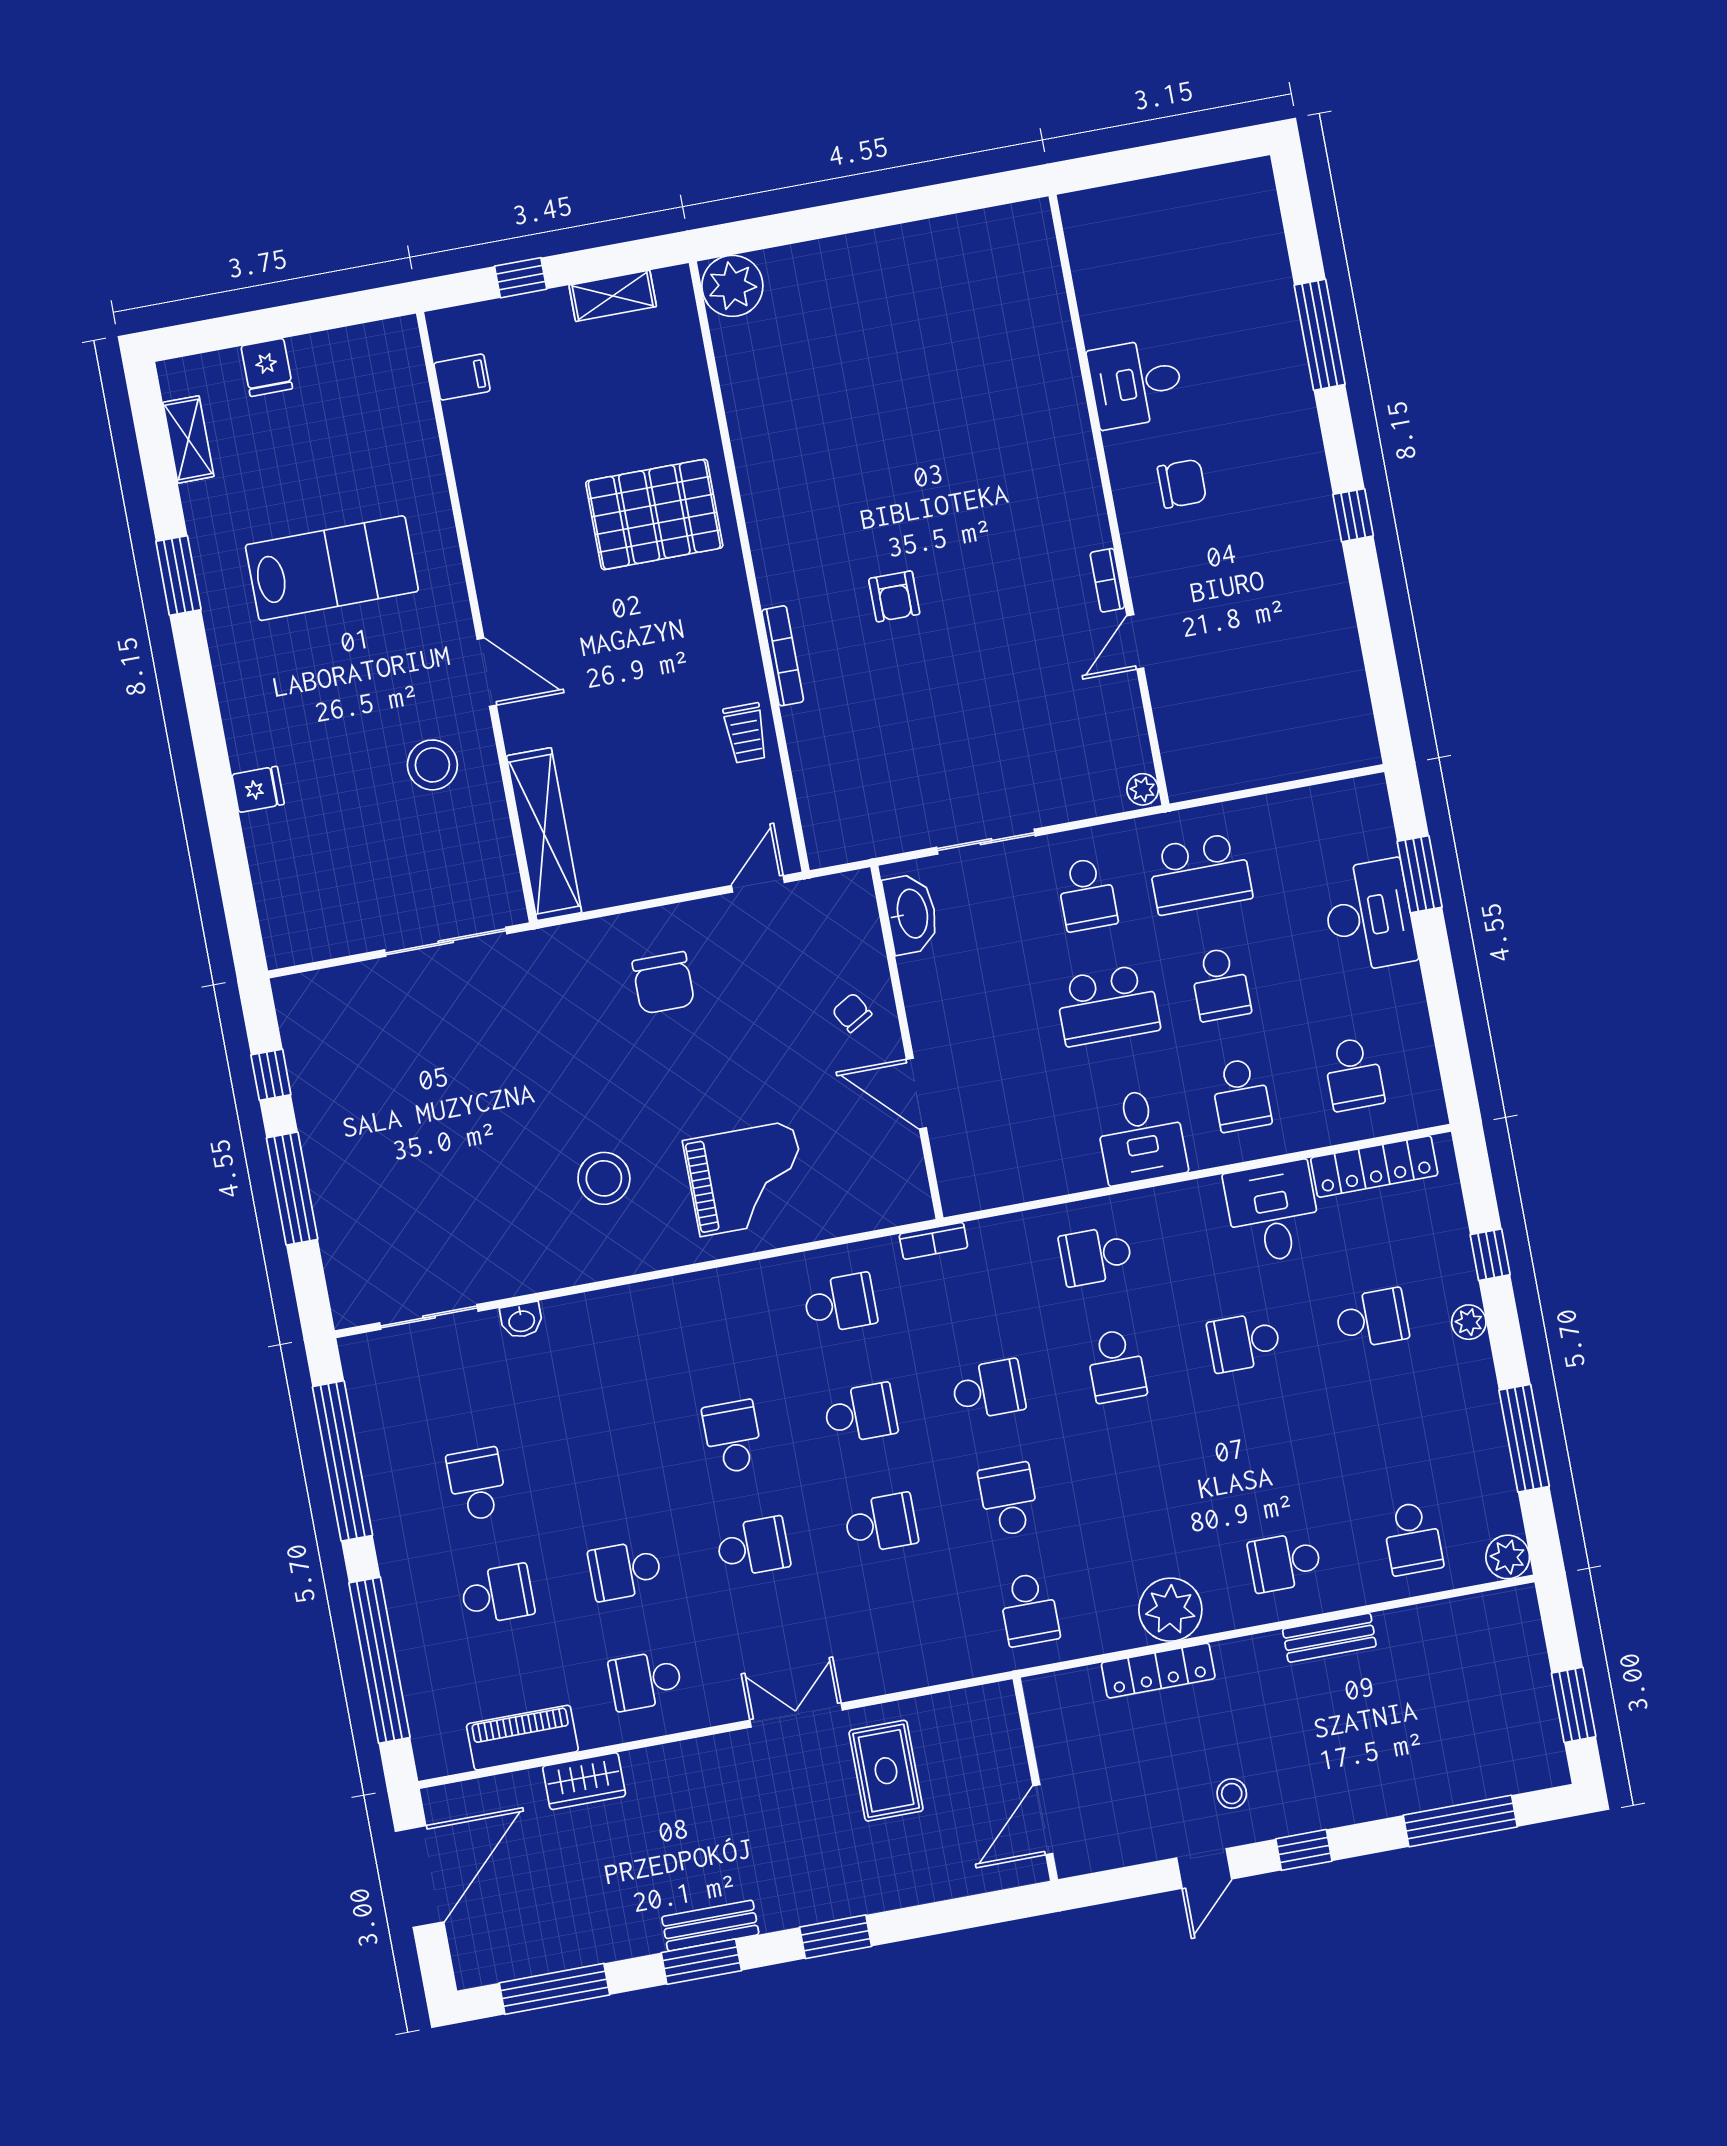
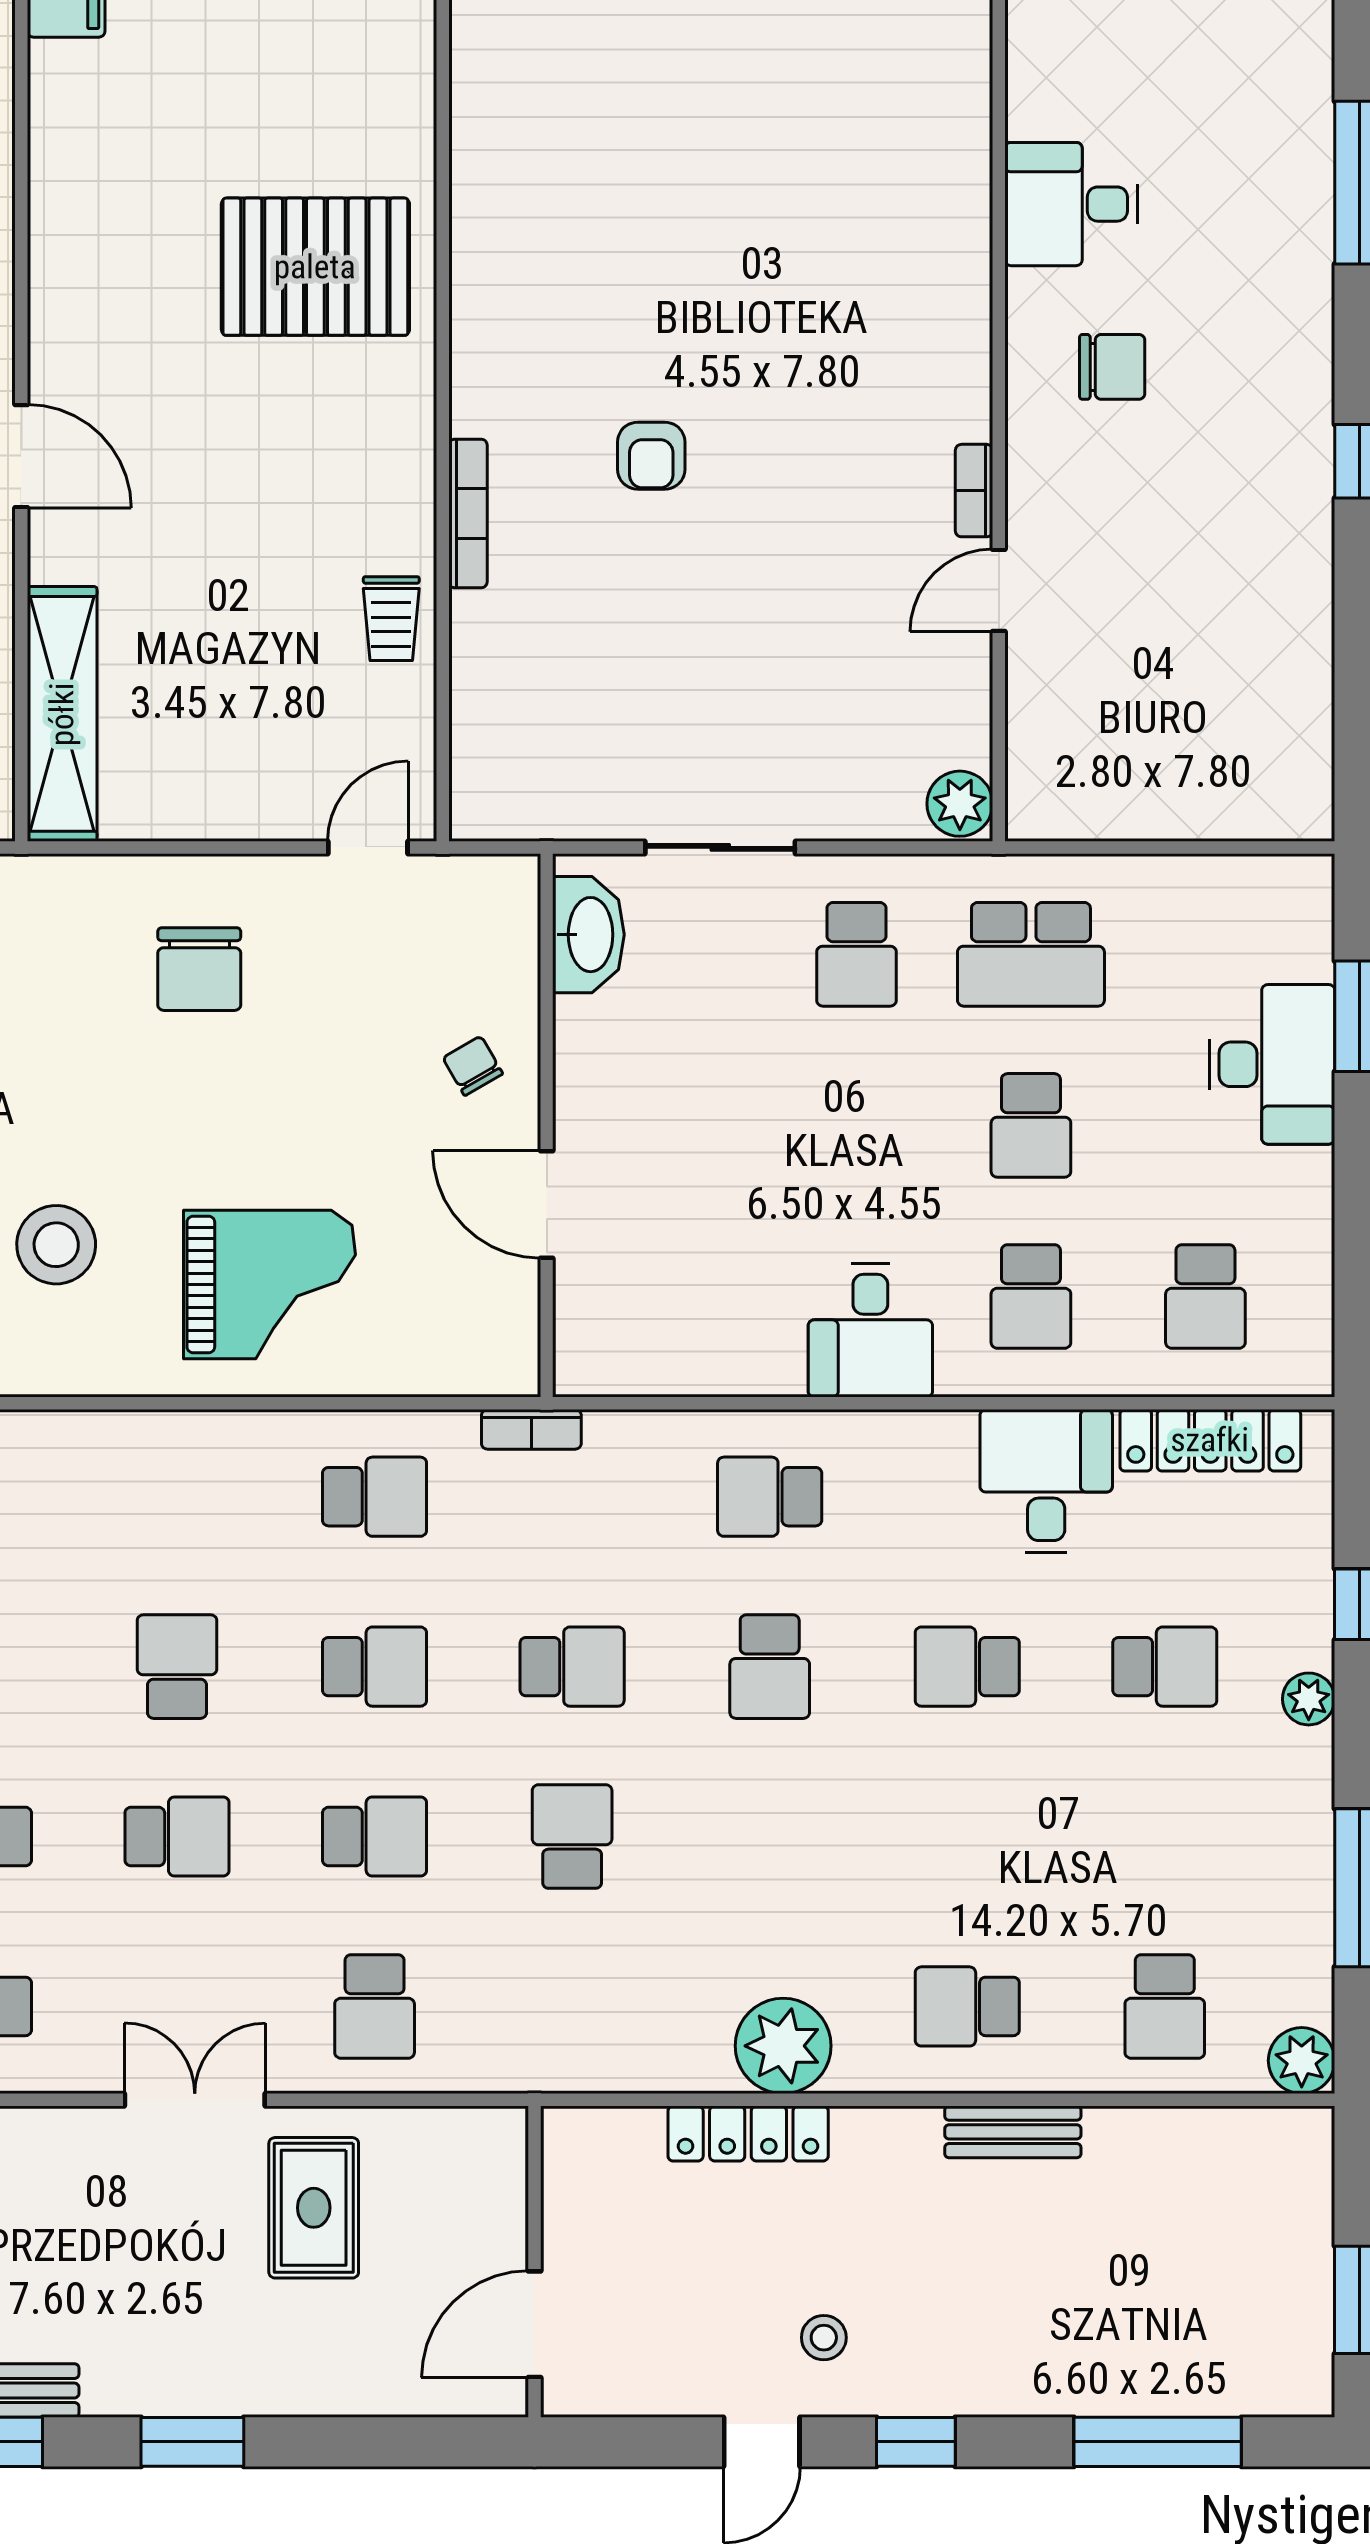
plant: (1143, 789) -> (960, 804), width x1.38, depth x1.38
school desk: (1107, 1005) -> (856, 1125), removed
school desk: (1029, 1609) -> (375, 2006), moved

